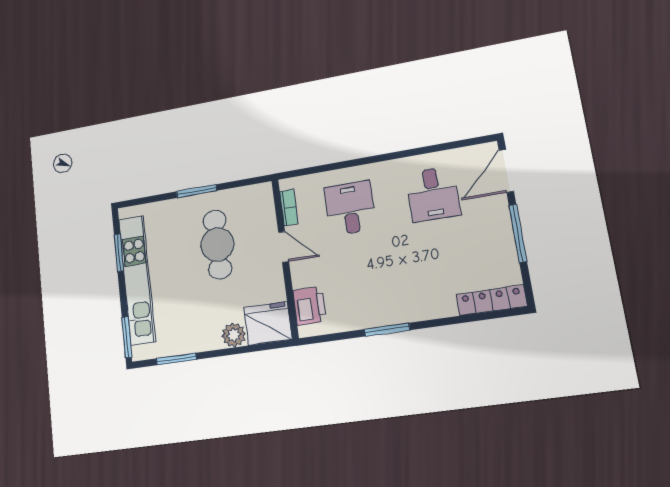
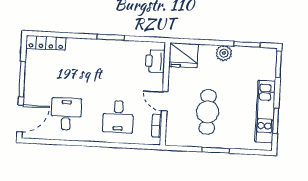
kitchen unit: (137, 280) -> (265, 112), width x0.73
plant: (234, 335) -> (224, 53), moved

